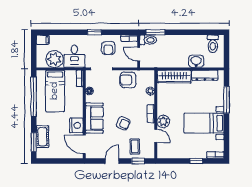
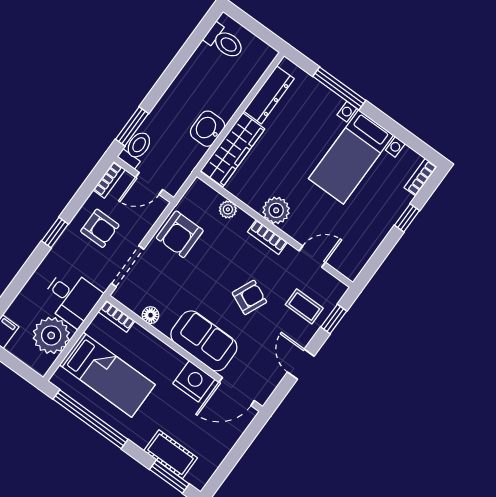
washbasin: (196, 61) -> (207, 129), moved
plant: (163, 121) -> (276, 210), moved

